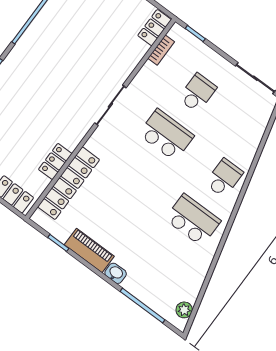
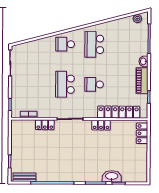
locker: (155, 28) -> (45, 125), moved
school desk: (197, 93) -> (94, 84), moved
locker: (55, 161) -> (101, 125), moved

